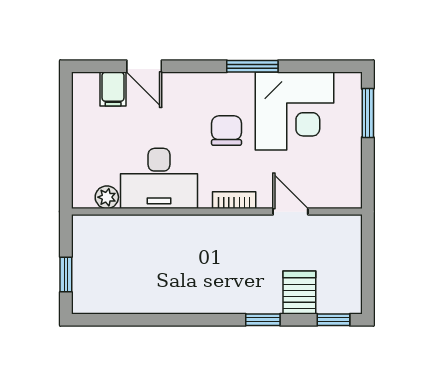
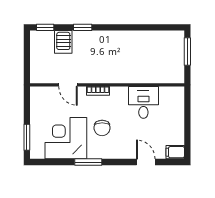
filing cabinet: (113, 89) -> (175, 152), moved, turned -90
desk: (159, 178) -> (143, 102), width x0.73
plant: (107, 197) -> (166, 92), removed
window: (66, 275) -> (187, 51), width x1.50

